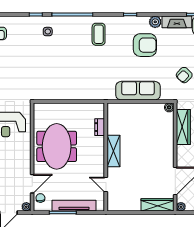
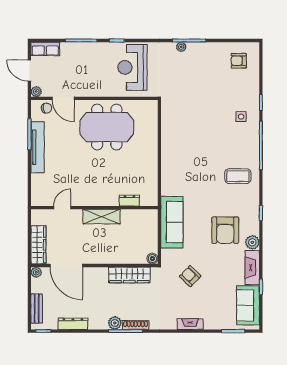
dresser: (100, 127) -> (129, 201), moved
shelving: (113, 151) -> (101, 217), moved
wall: (106, 157) -> (94, 208), moved
door: (106, 184) -> (62, 208), moved

